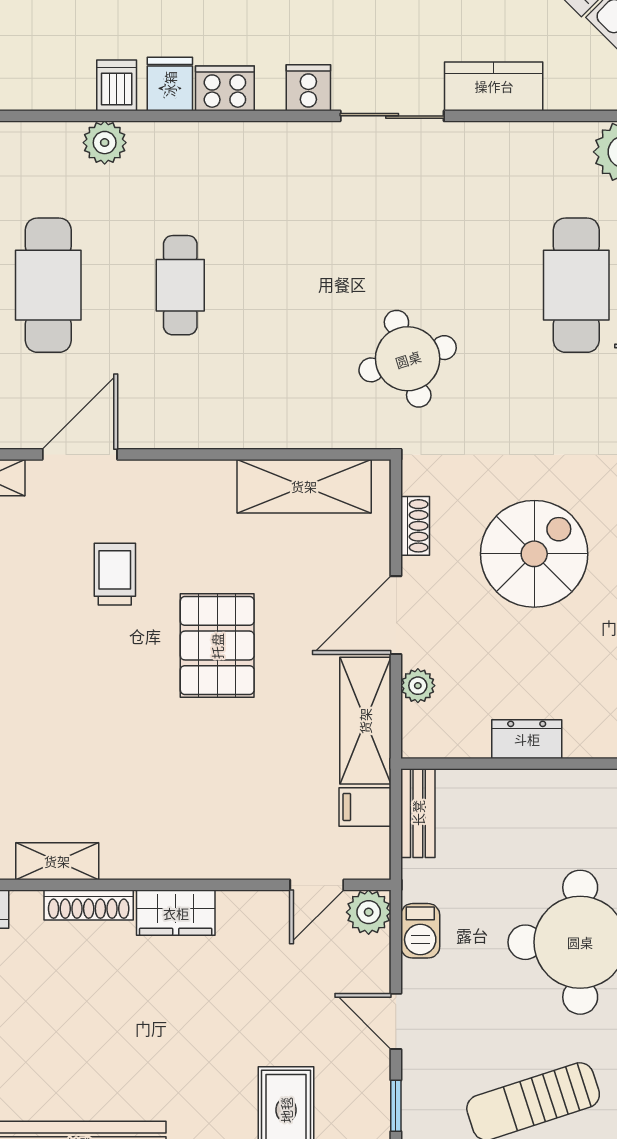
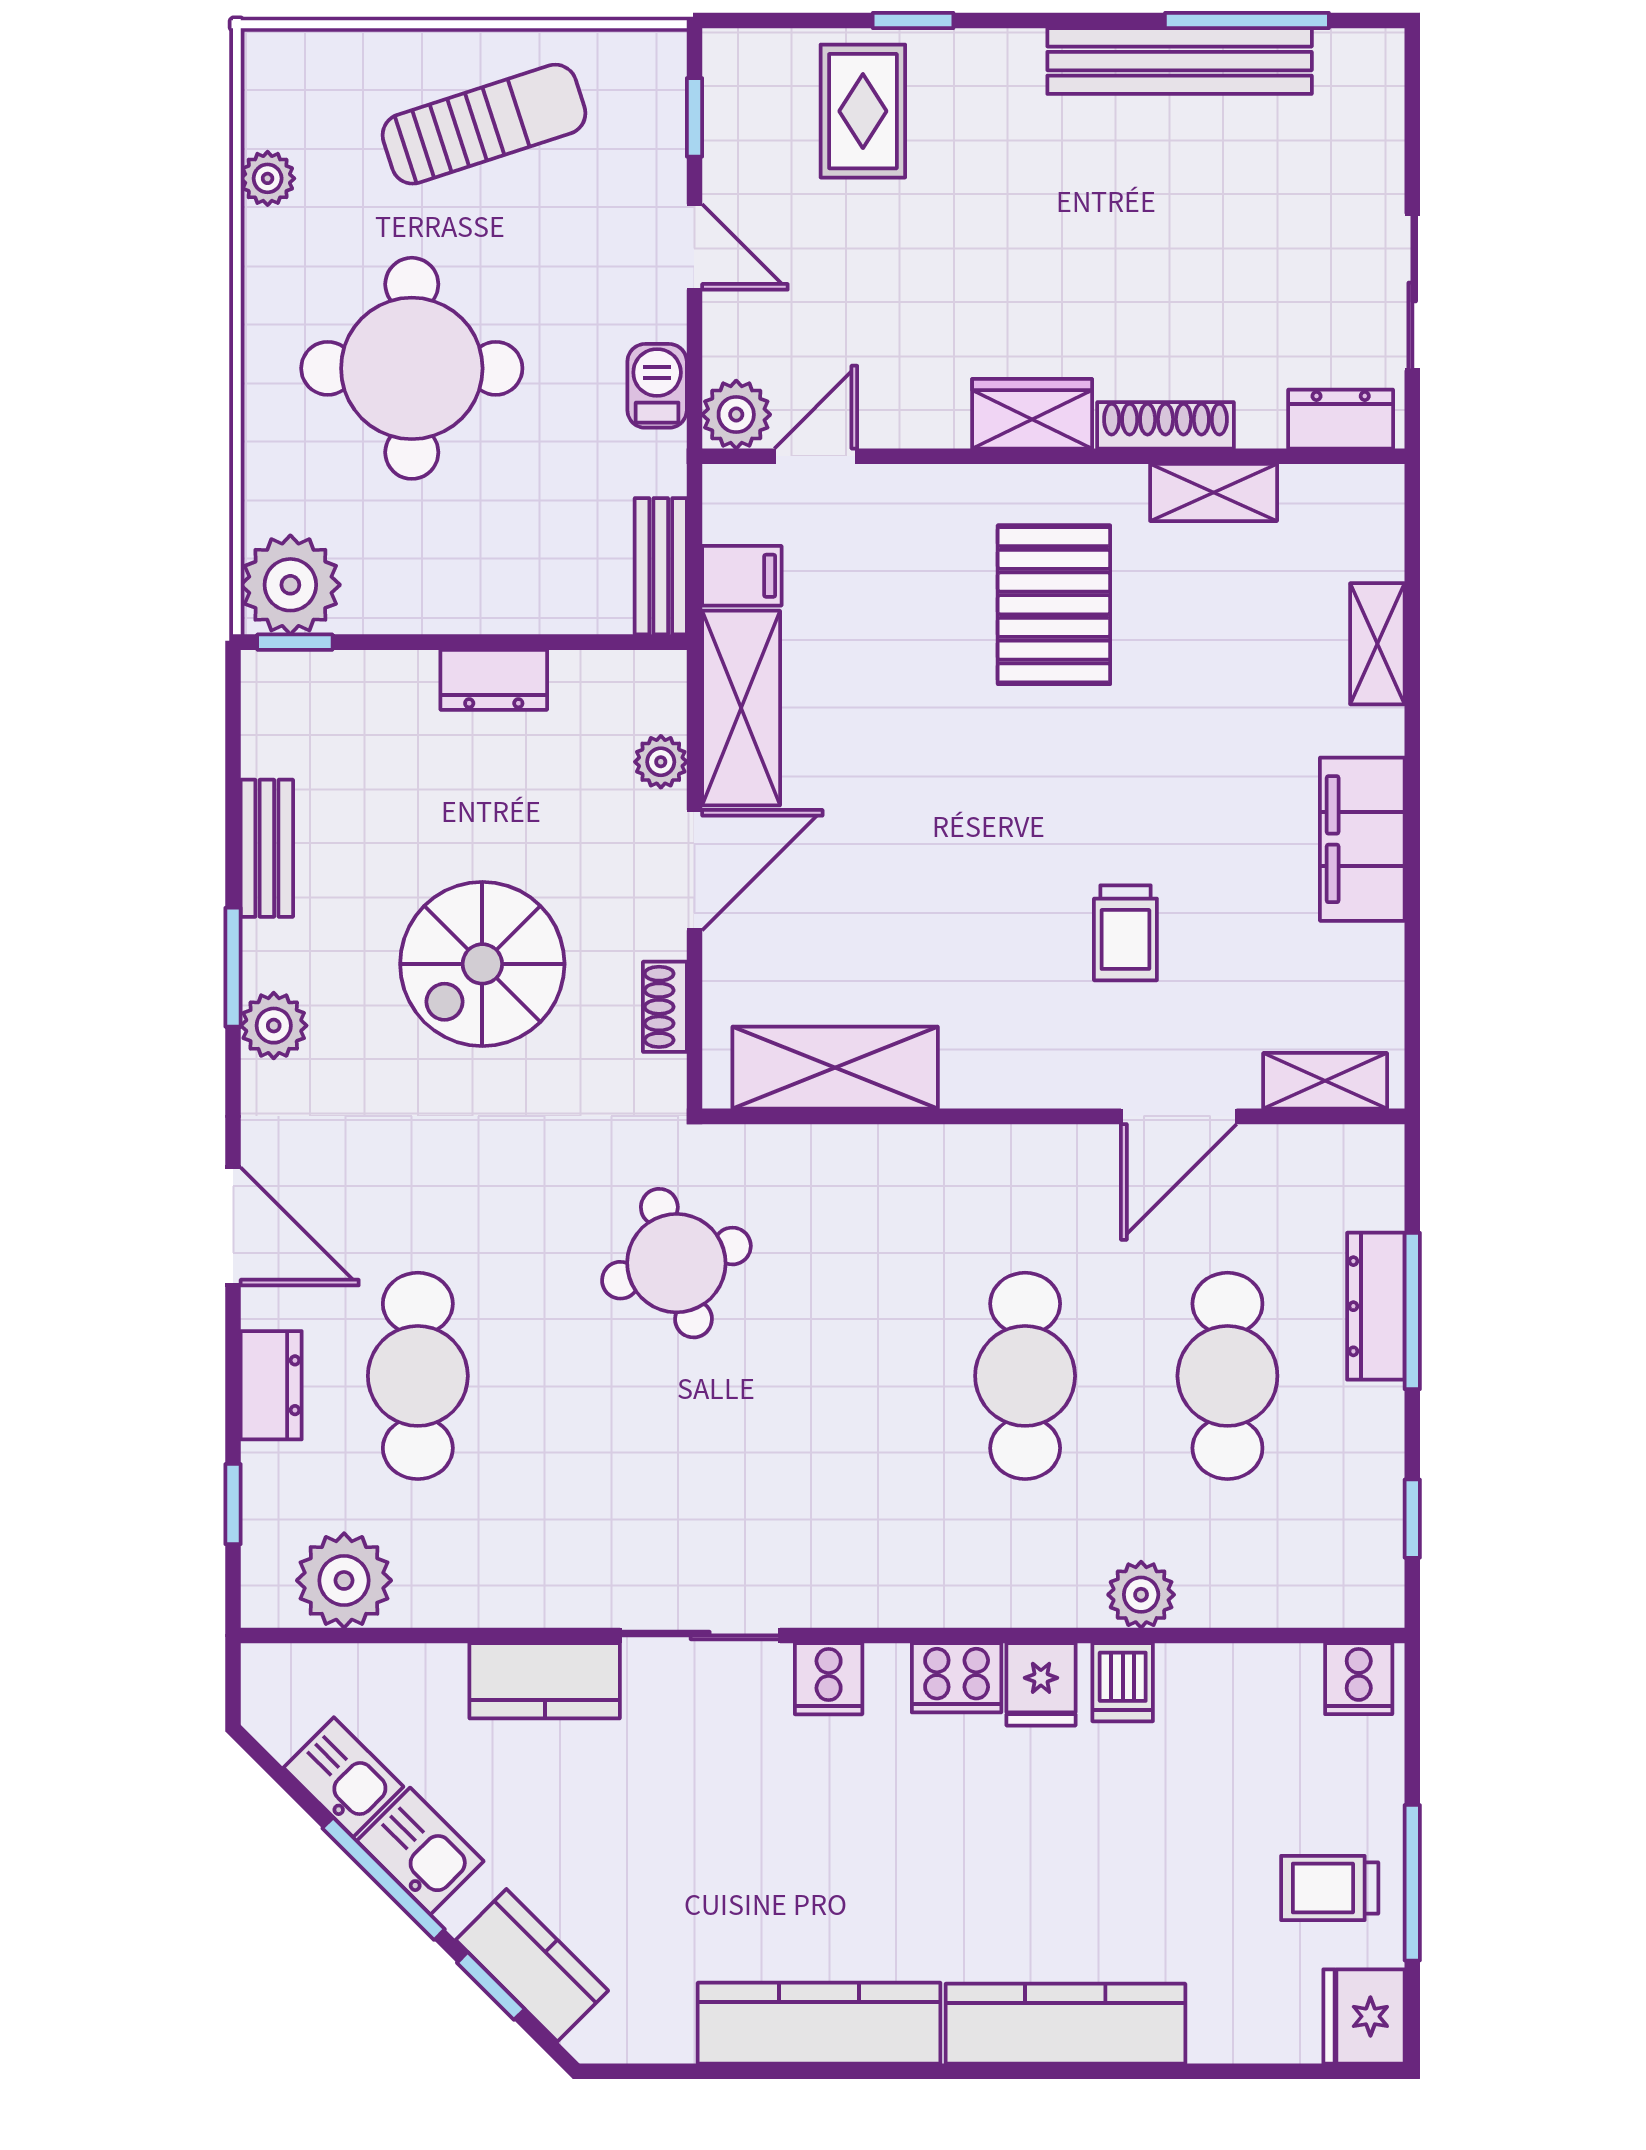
cafe table: (180, 285) -> (1025, 1376), width x1.37, depth x1.35
pallet: (217, 646) -> (1054, 605), moved

